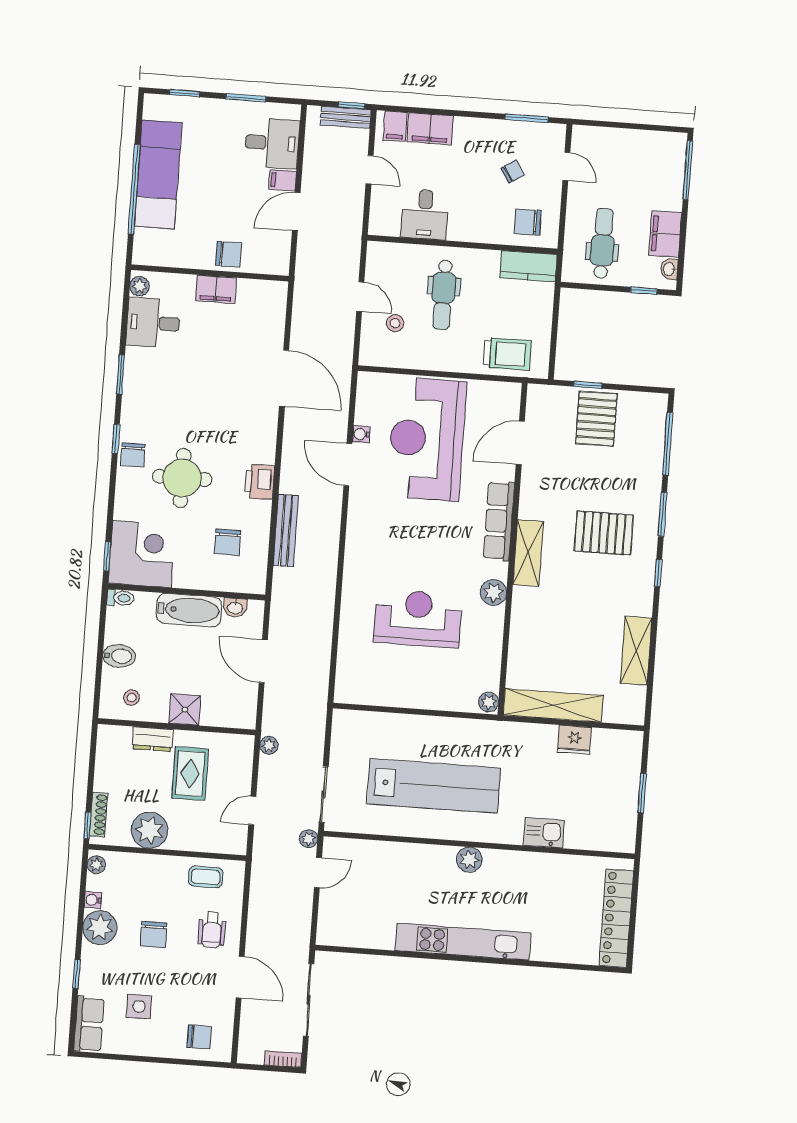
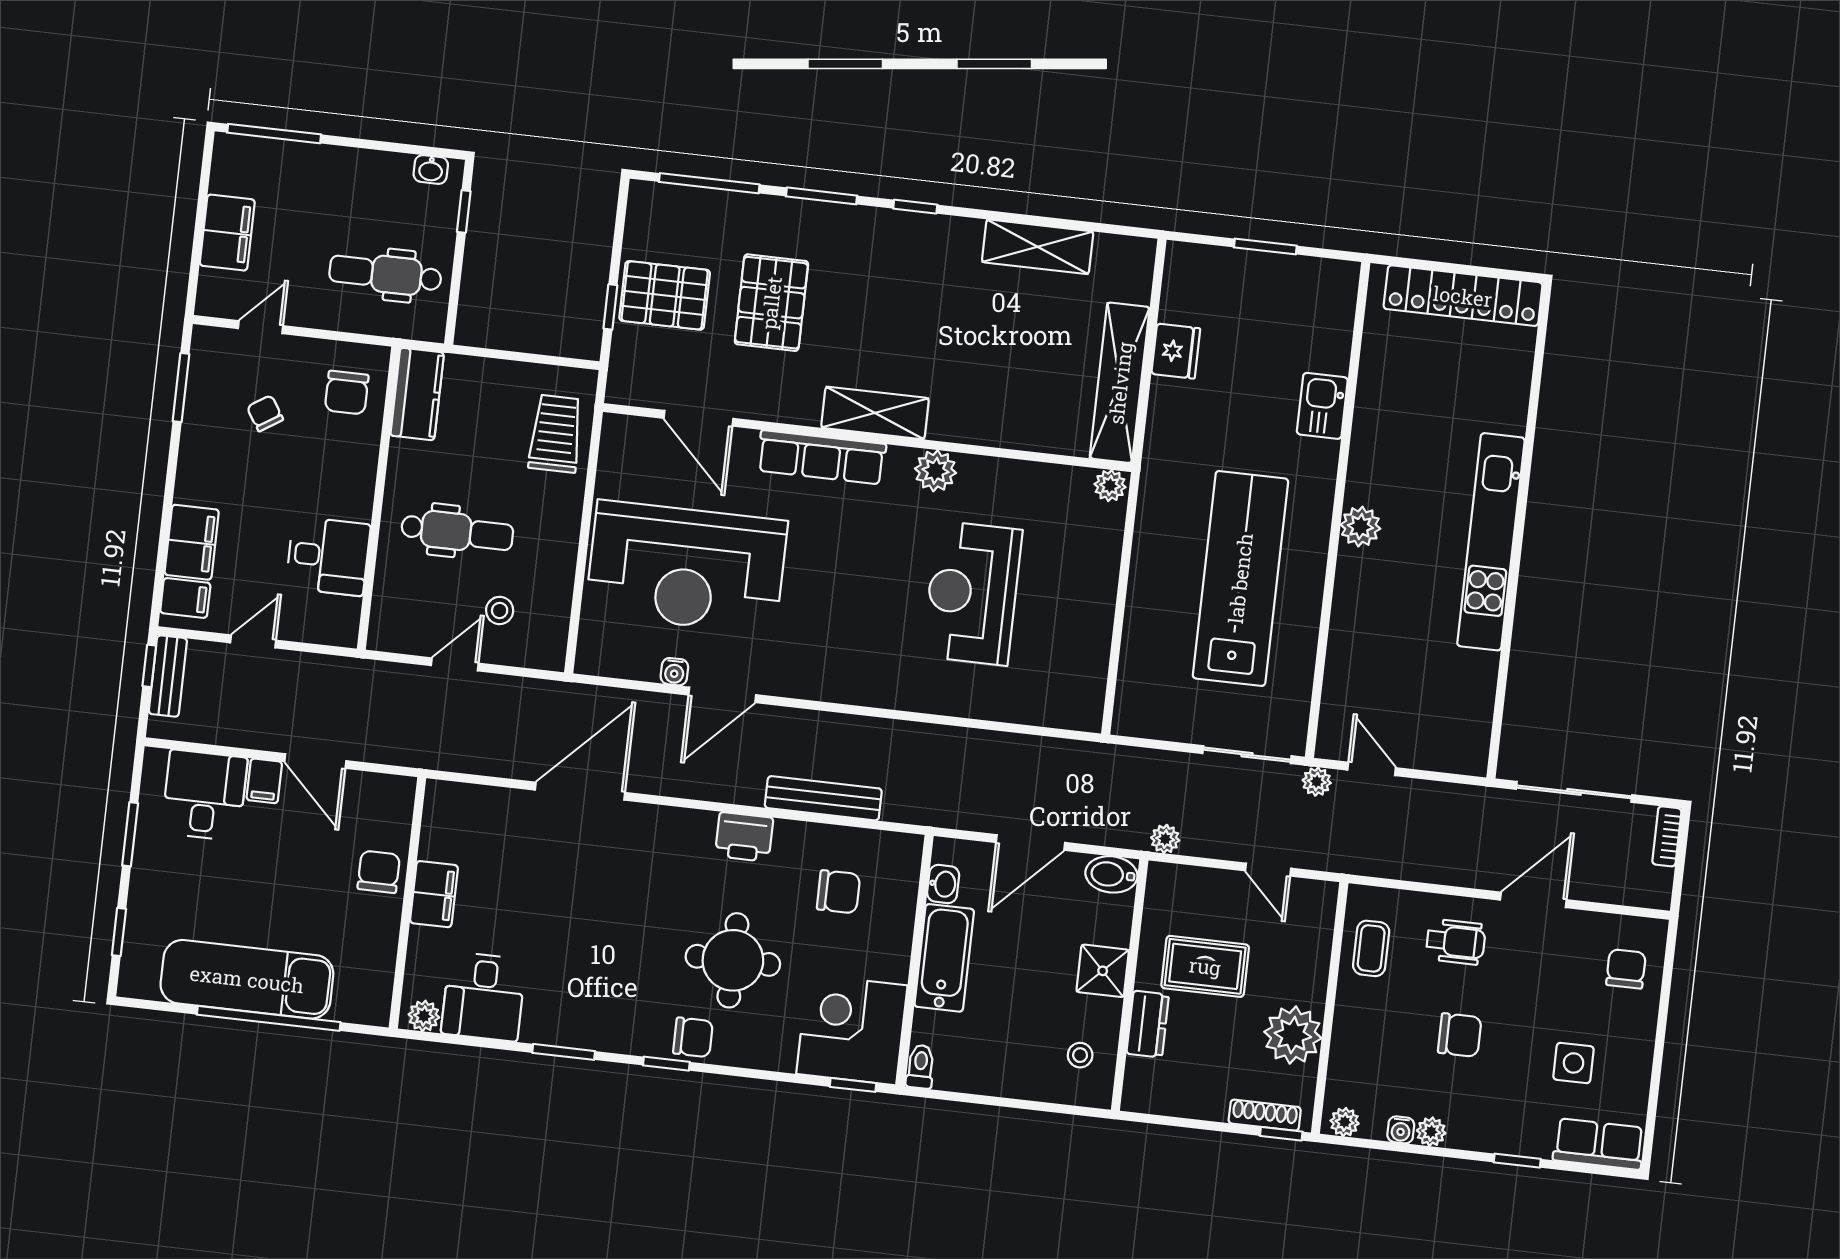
filing cabinet: (665, 234) -> (227, 233), moved, turned -90
pallet: (604, 533) -> (771, 303), moved
bidet: (119, 656) -> (1111, 874), moved, turned -90
plant: (100, 928) -> (1431, 1132), width x0.53, depth x0.53

